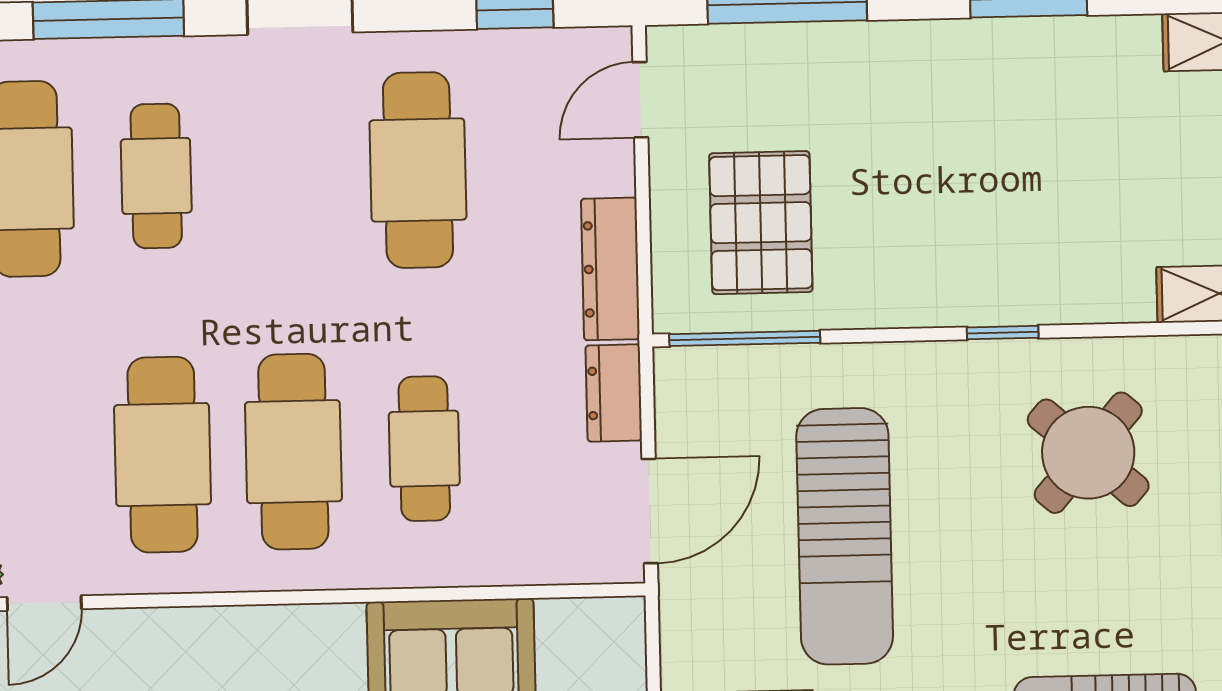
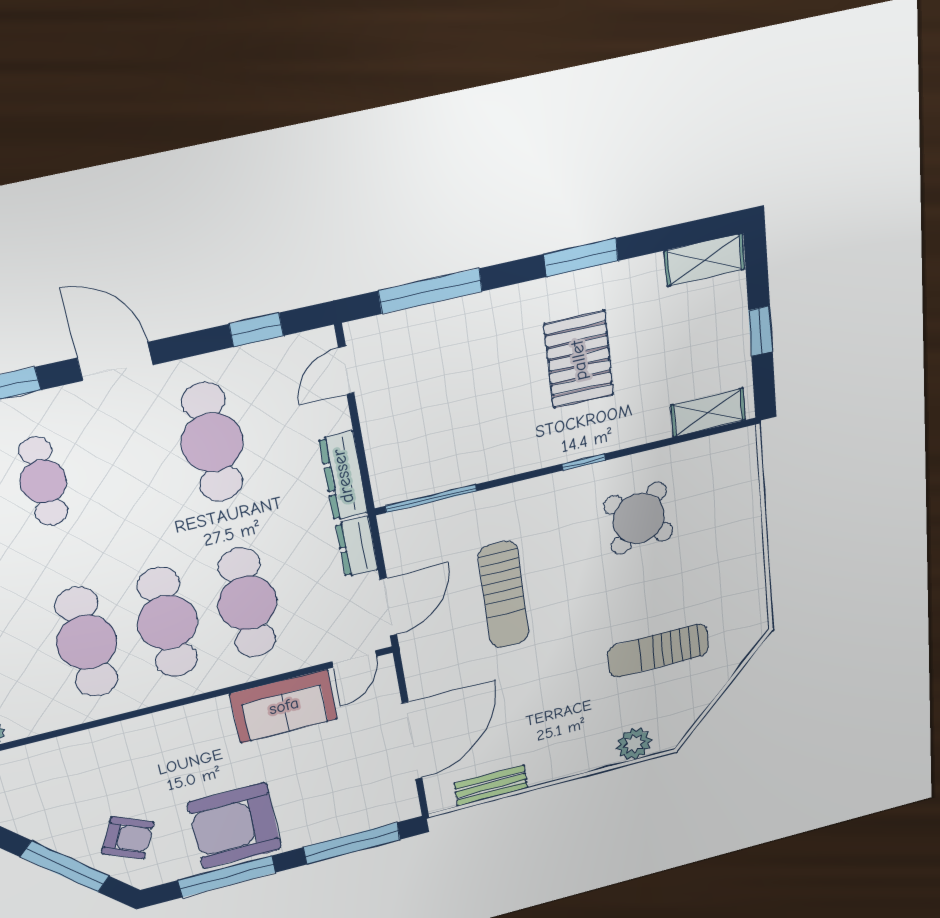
pallet: (761, 223) -> (579, 360), moved
cafe table: (424, 449) -> (247, 603), width x1.37, depth x1.35
sun lounger: (845, 536) -> (504, 595), width x0.73, depth x0.75
door: (44, 603) -> (354, 659), moved

